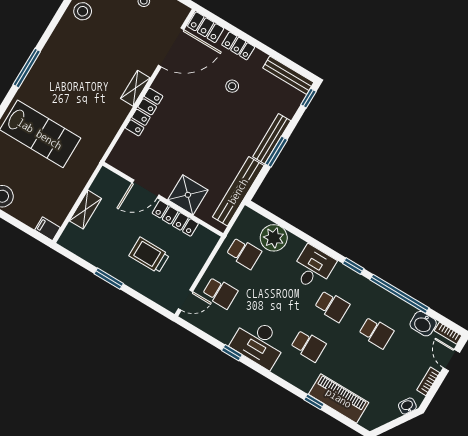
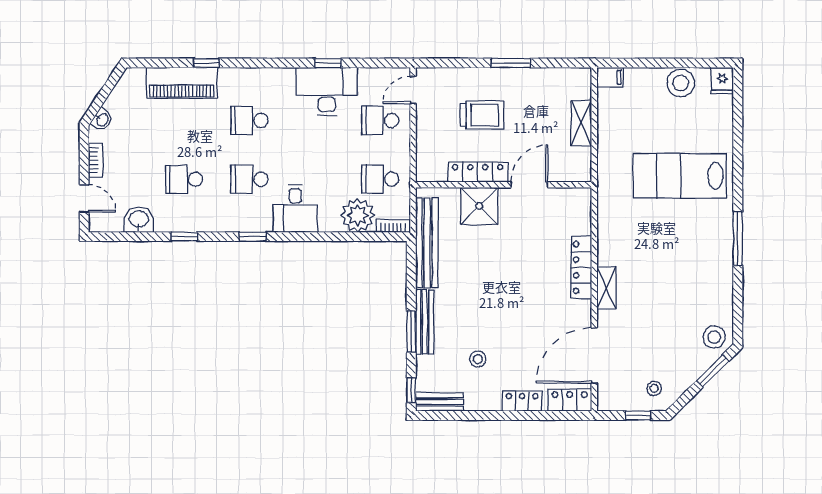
bench: (288, 75) -> (440, 402), width x0.73
stool: (232, 86) -> (478, 359), moved
window: (276, 152) -> (411, 332), moved
window: (399, 294) -> (184, 237), width x0.32
bookcase: (448, 333) -> (393, 226), moved
desk: (259, 343) -> (327, 91), moved

